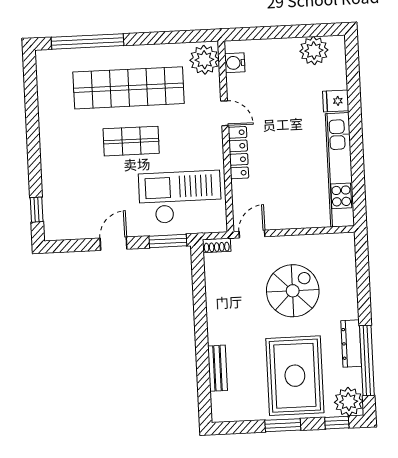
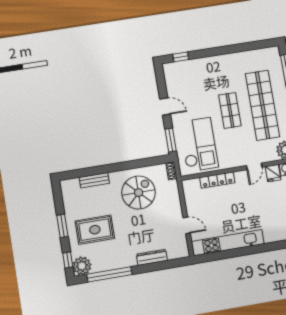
fridge: (336, 101) -> (273, 173), moved, turned 180
locker: (239, 153) -> (217, 180), moved
door: (252, 234) -> (187, 225), moved
spiral stairs: (293, 291) -> (139, 193), moved, turned -90
dresser: (351, 344) -> (152, 257), moved
rug: (295, 376) -> (95, 230), width x0.73, depth x0.69

